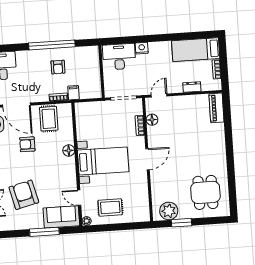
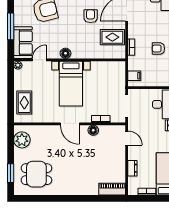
filing cabinet: (73, 93) -> (134, 76), moved
floor lamp: (152, 120) -> (93, 130), moved
floor lamp: (69, 150) -> (65, 53), moved
rug: (110, 207) -> (24, 103), moved
window: (181, 223) -> (11, 173), moved

